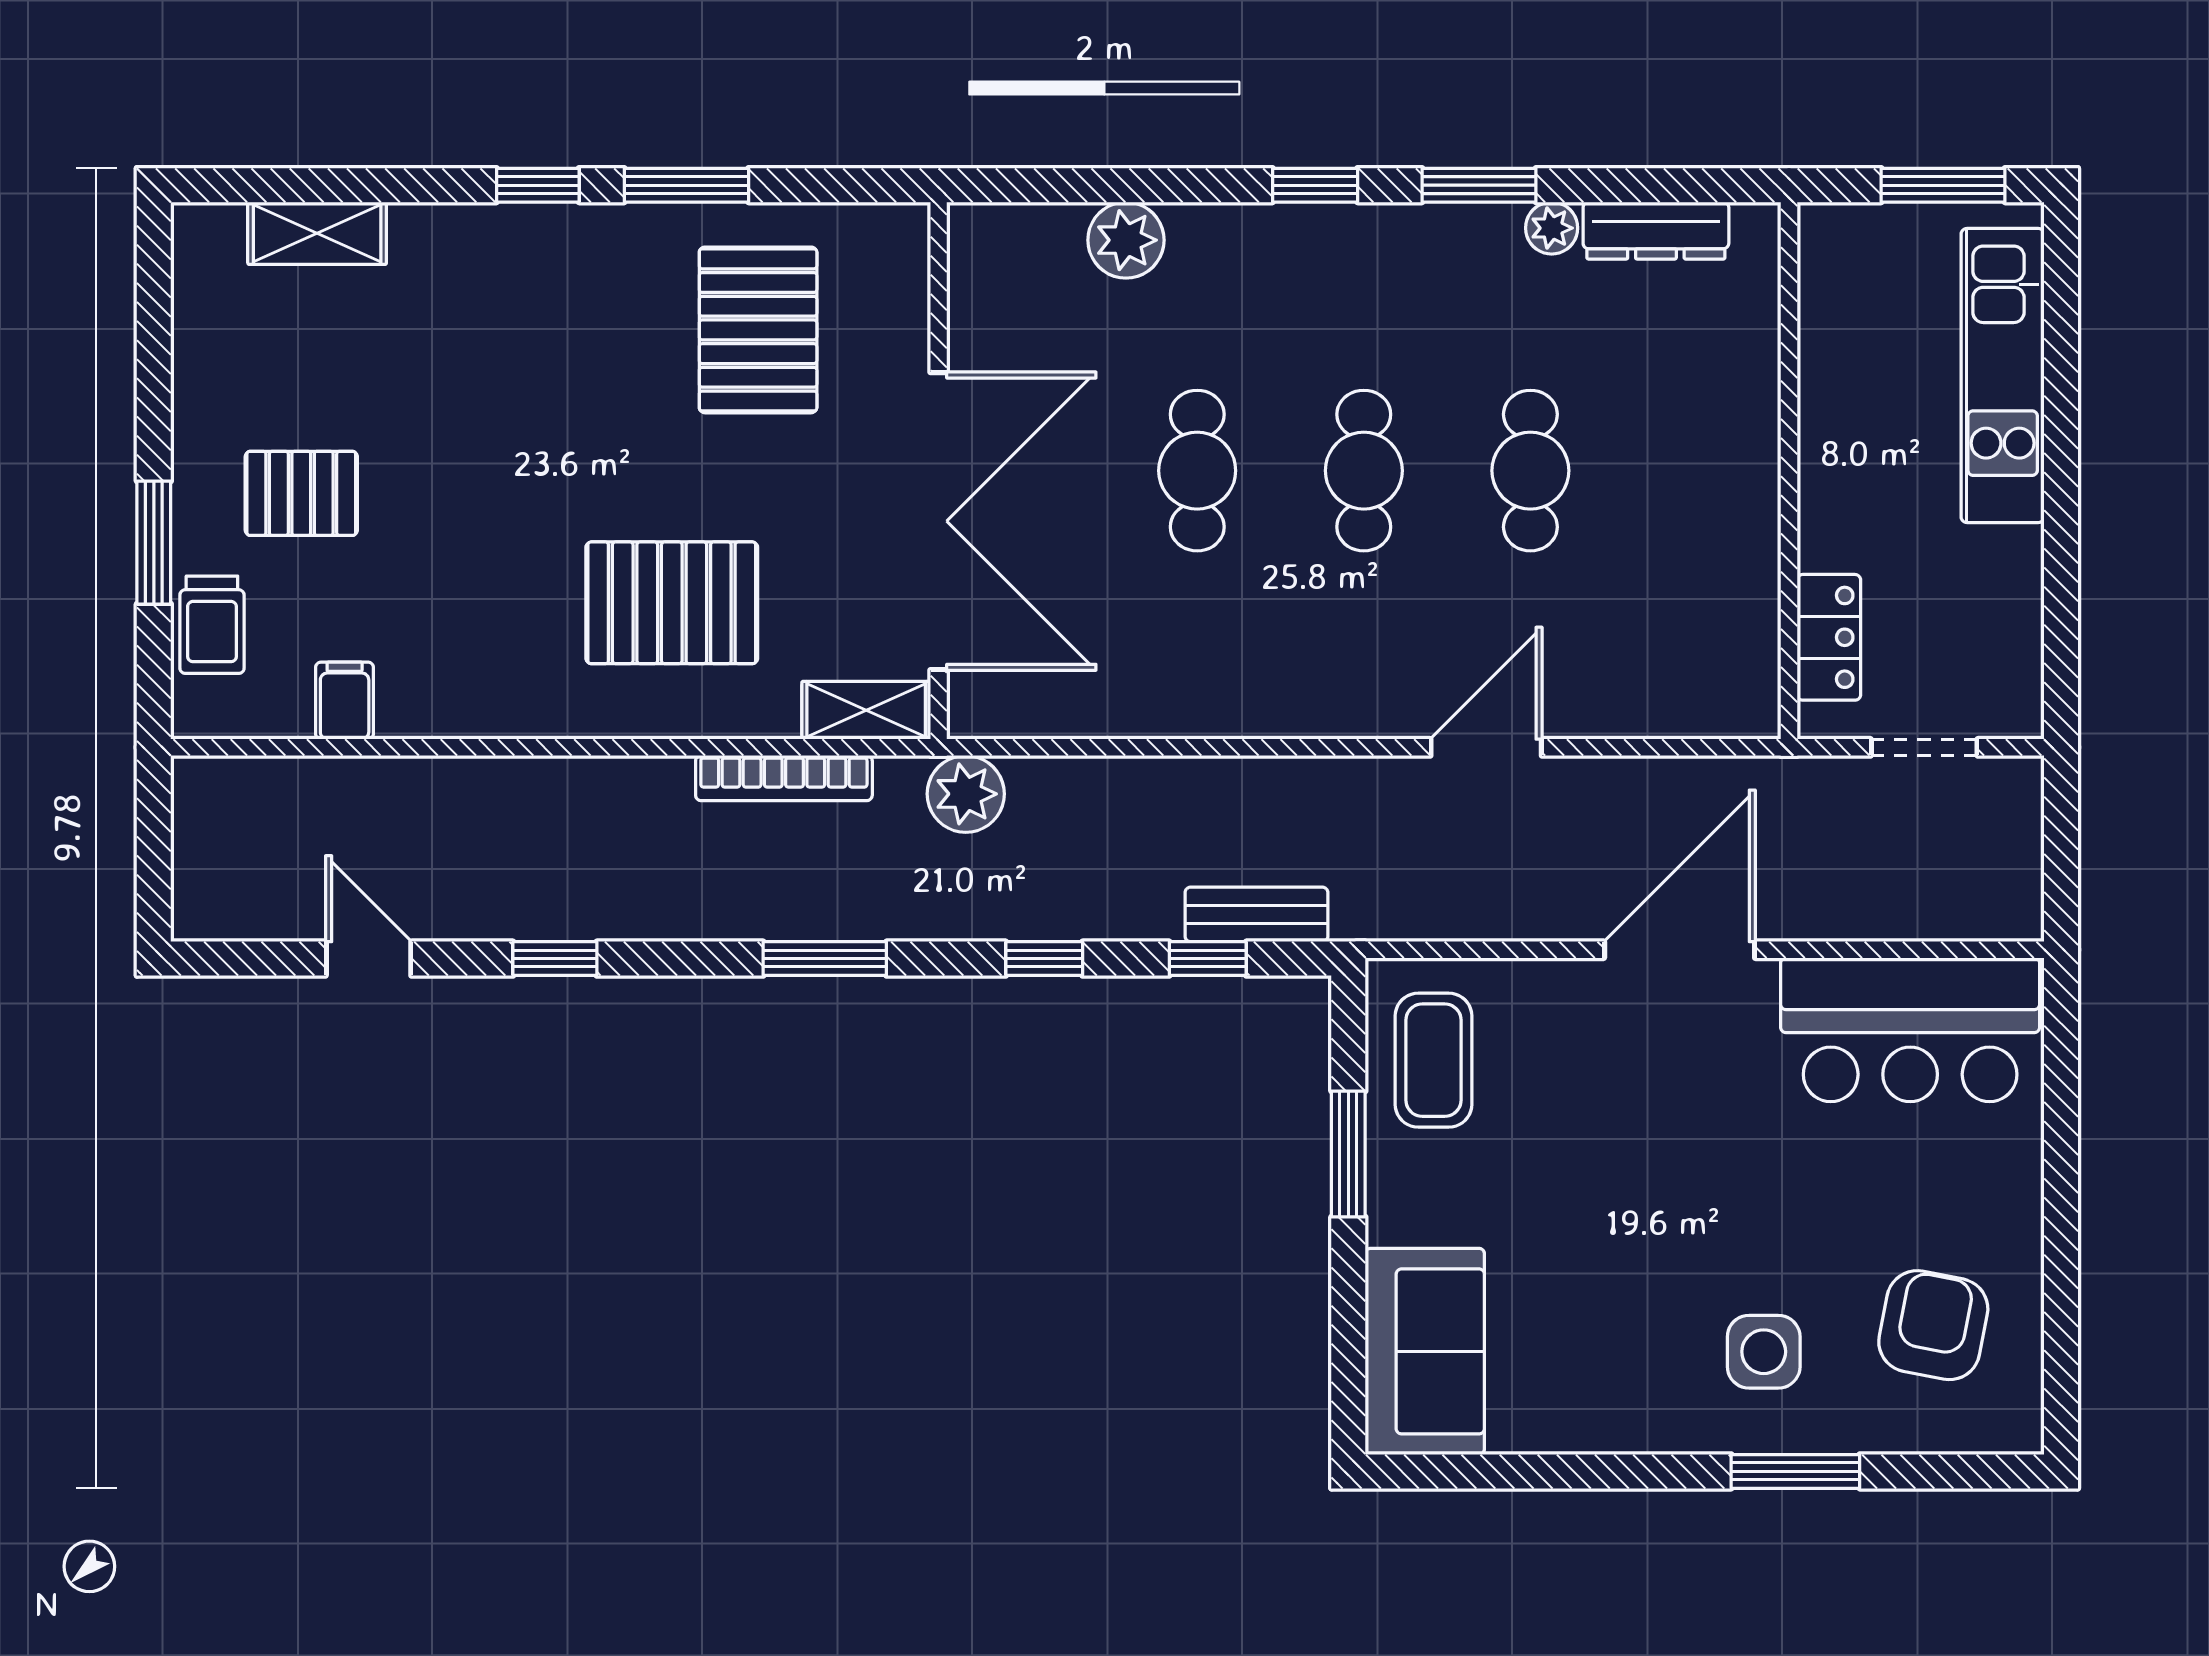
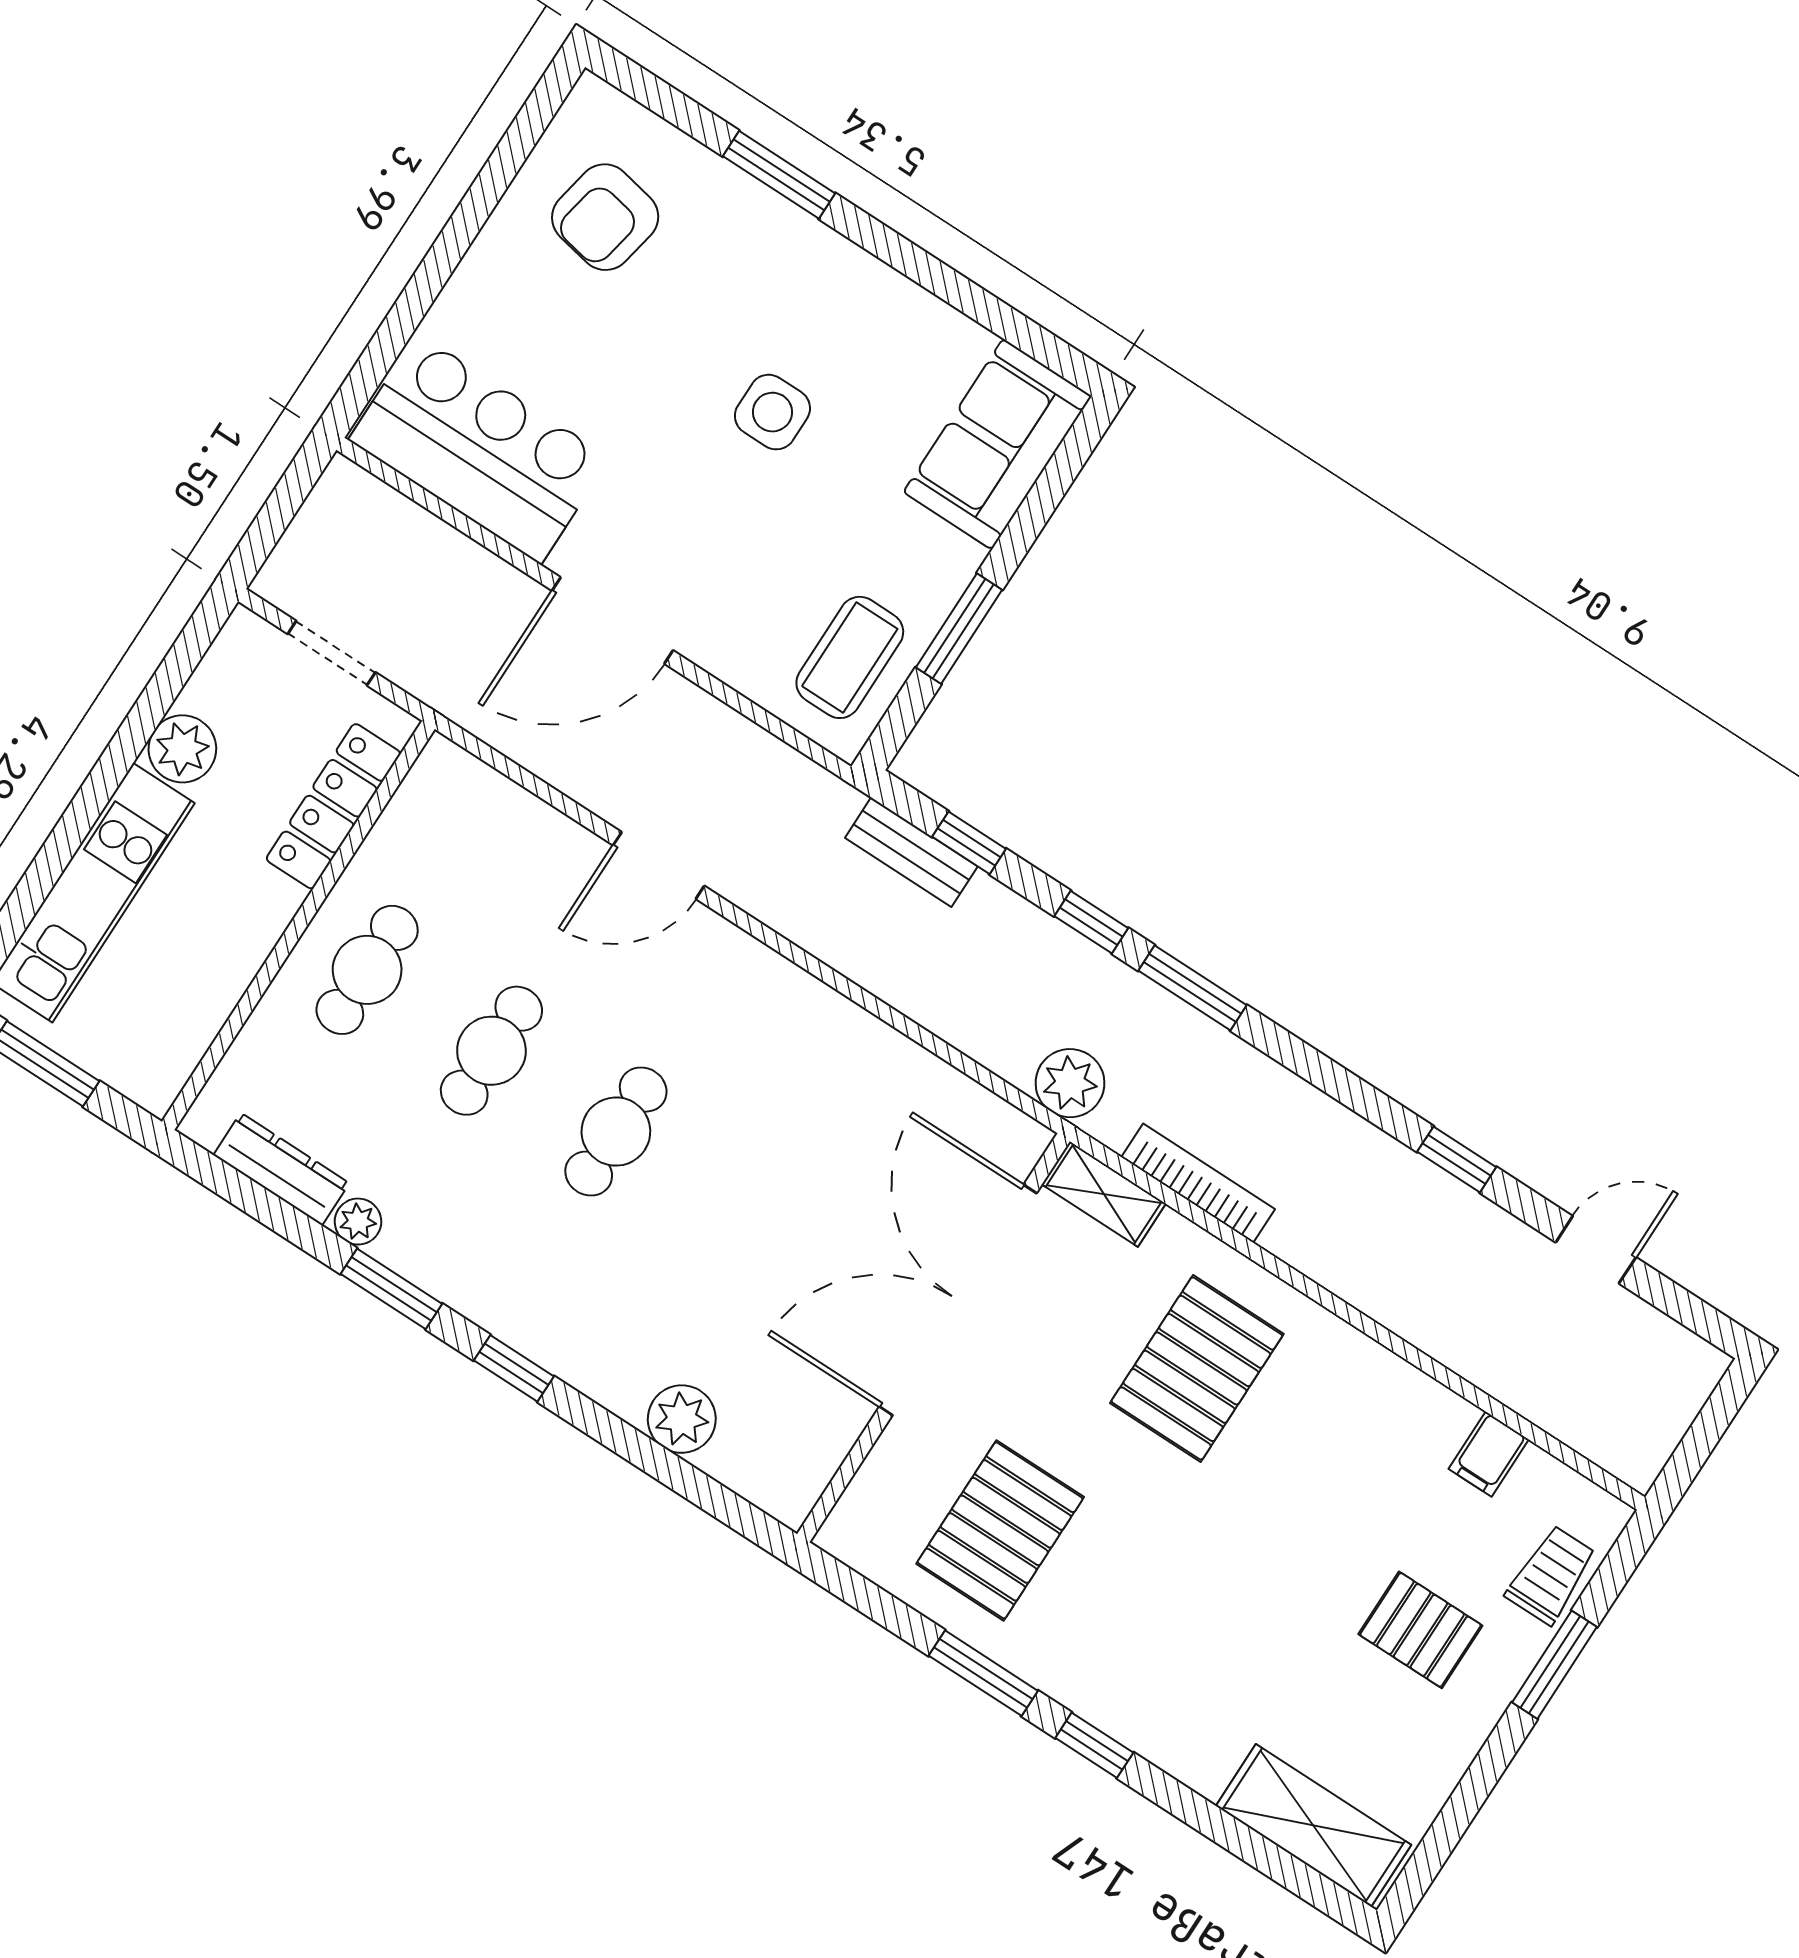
shelving: (317, 233) -> (1313, 1826), width x1.50, depth x1.33
cafe table: (1197, 471) -> (367, 970), moved
plant: (2006, 566) -> (182, 749), added
pallet: (672, 603) -> (1197, 1368), turned 90
locker: (1829, 637) -> (333, 806), width x1.53
door: (369, 959) -> (1596, 1250), swing flipped
window: (825, 959) -> (1192, 988), moved
side table: (1764, 1352) -> (772, 412), moved

